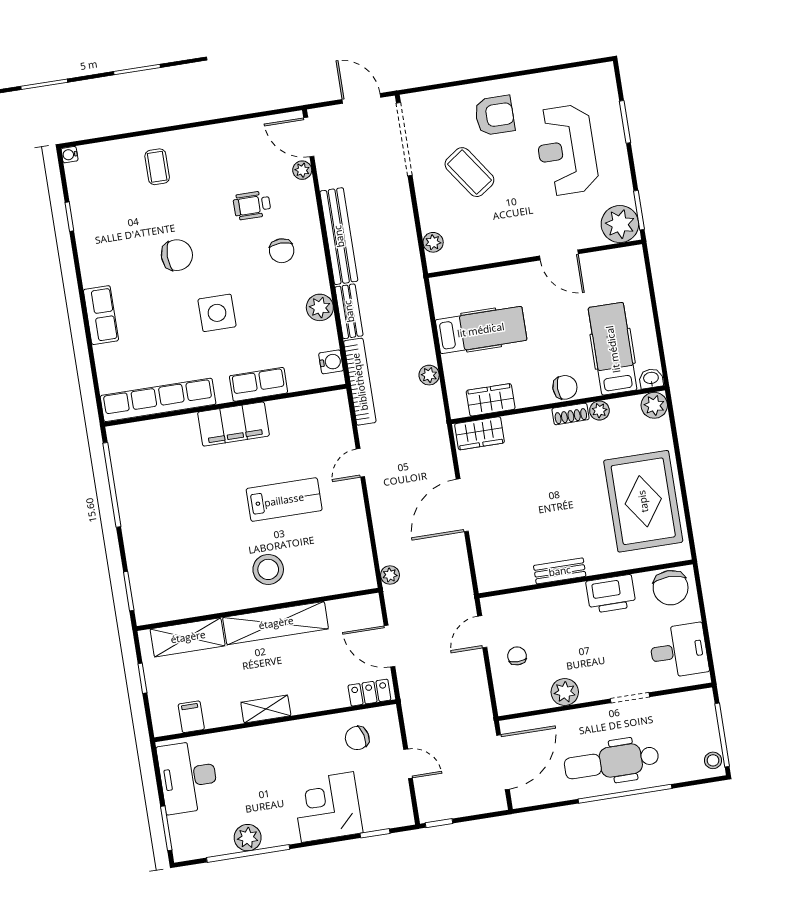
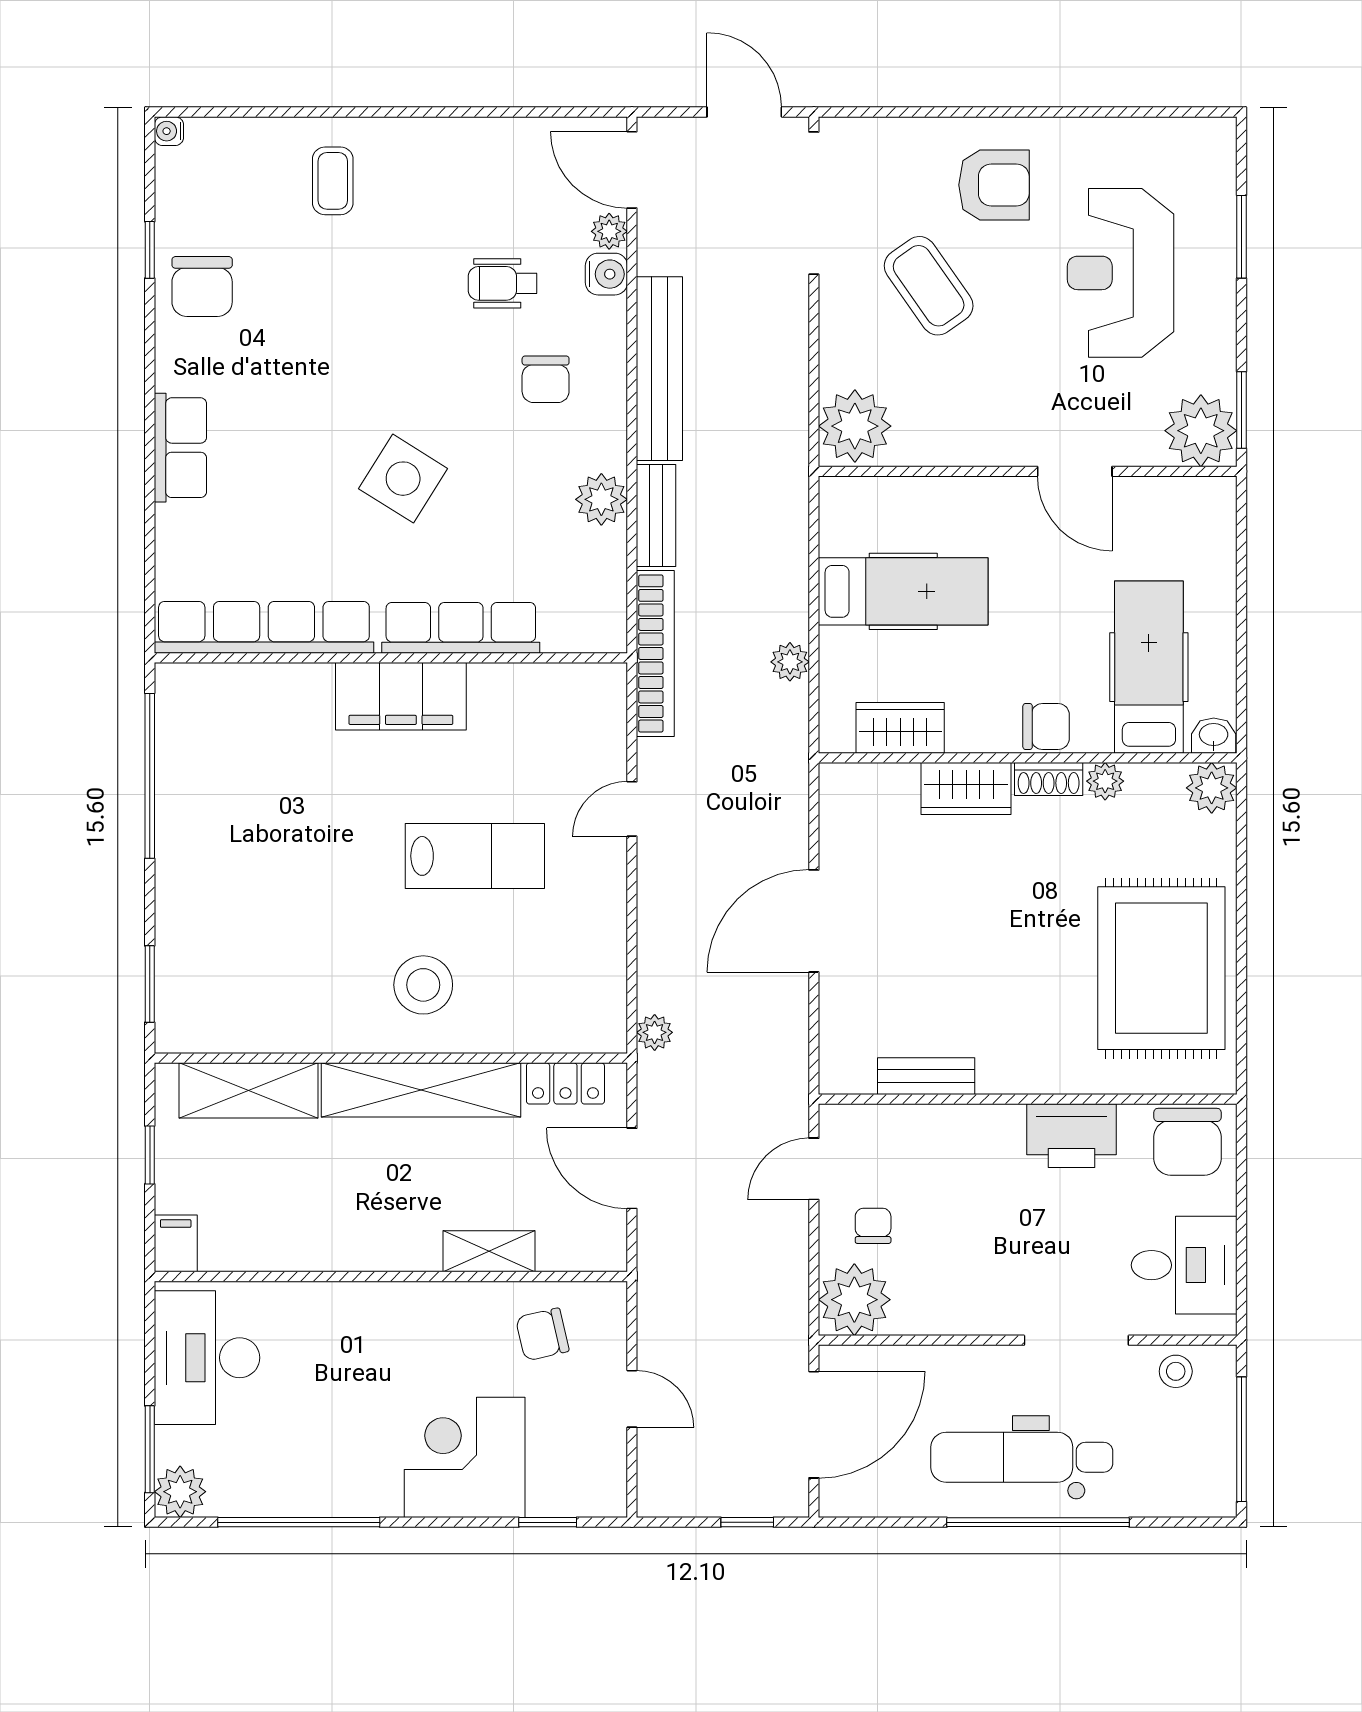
plant: (433, 242) -> (855, 426), width x1.87, depth x1.87
chair: (177, 255) -> (202, 286), moved, turned 90
side table: (217, 313) -> (403, 479), turned 32
water cooler: (331, 362) -> (606, 274), moved
row of seats: (259, 384) -> (461, 628), width x1.48
wardrobe: (480, 433) -> (966, 789), moved
bench: (560, 571) -> (926, 1076), moved
plant: (565, 692) -> (854, 1300), moved, width x1.36, depth x1.36
locker: (369, 693) -> (565, 1083), moved, turned 180
doorway: (630, 698) -> (1076, 1340), width x1.38
shelving: (266, 709) -> (489, 1251), moved
filing cabinet: (191, 717) -> (176, 1243), moved
stool: (713, 760) -> (1176, 1371), moved
window: (439, 823) -> (747, 1522), moved
plant: (248, 838) -> (180, 1492), moved

